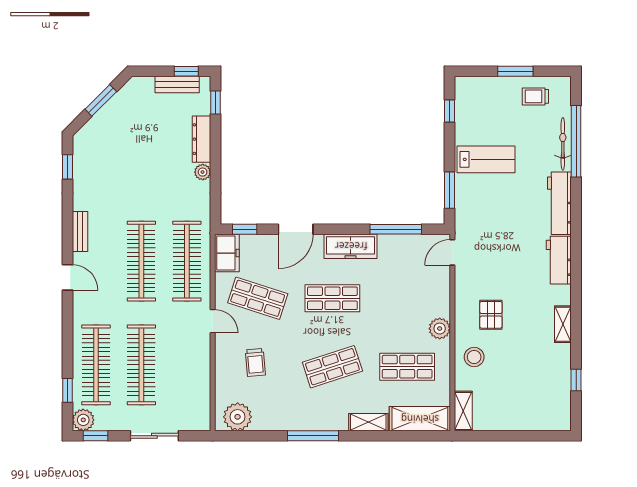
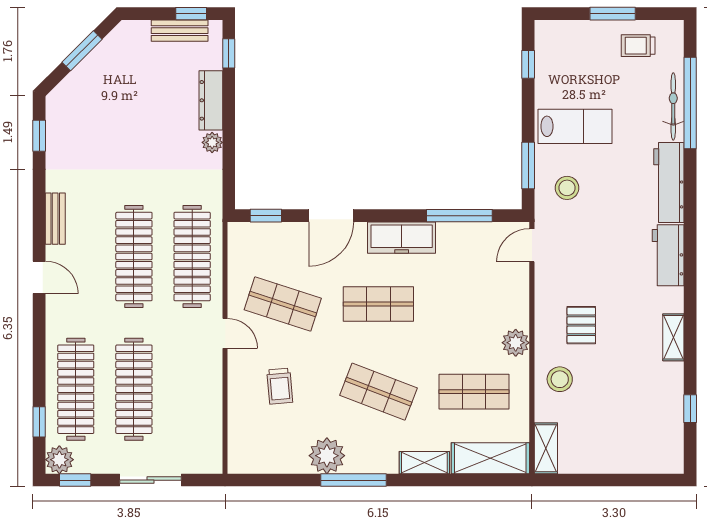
stool: (480, 208) -> (567, 188), added
freezer: (227, 253) -> (243, 246), removed
shop shelf: (332, 367) -> (378, 392), turned 39
plant: (238, 417) -> (327, 456), moved

